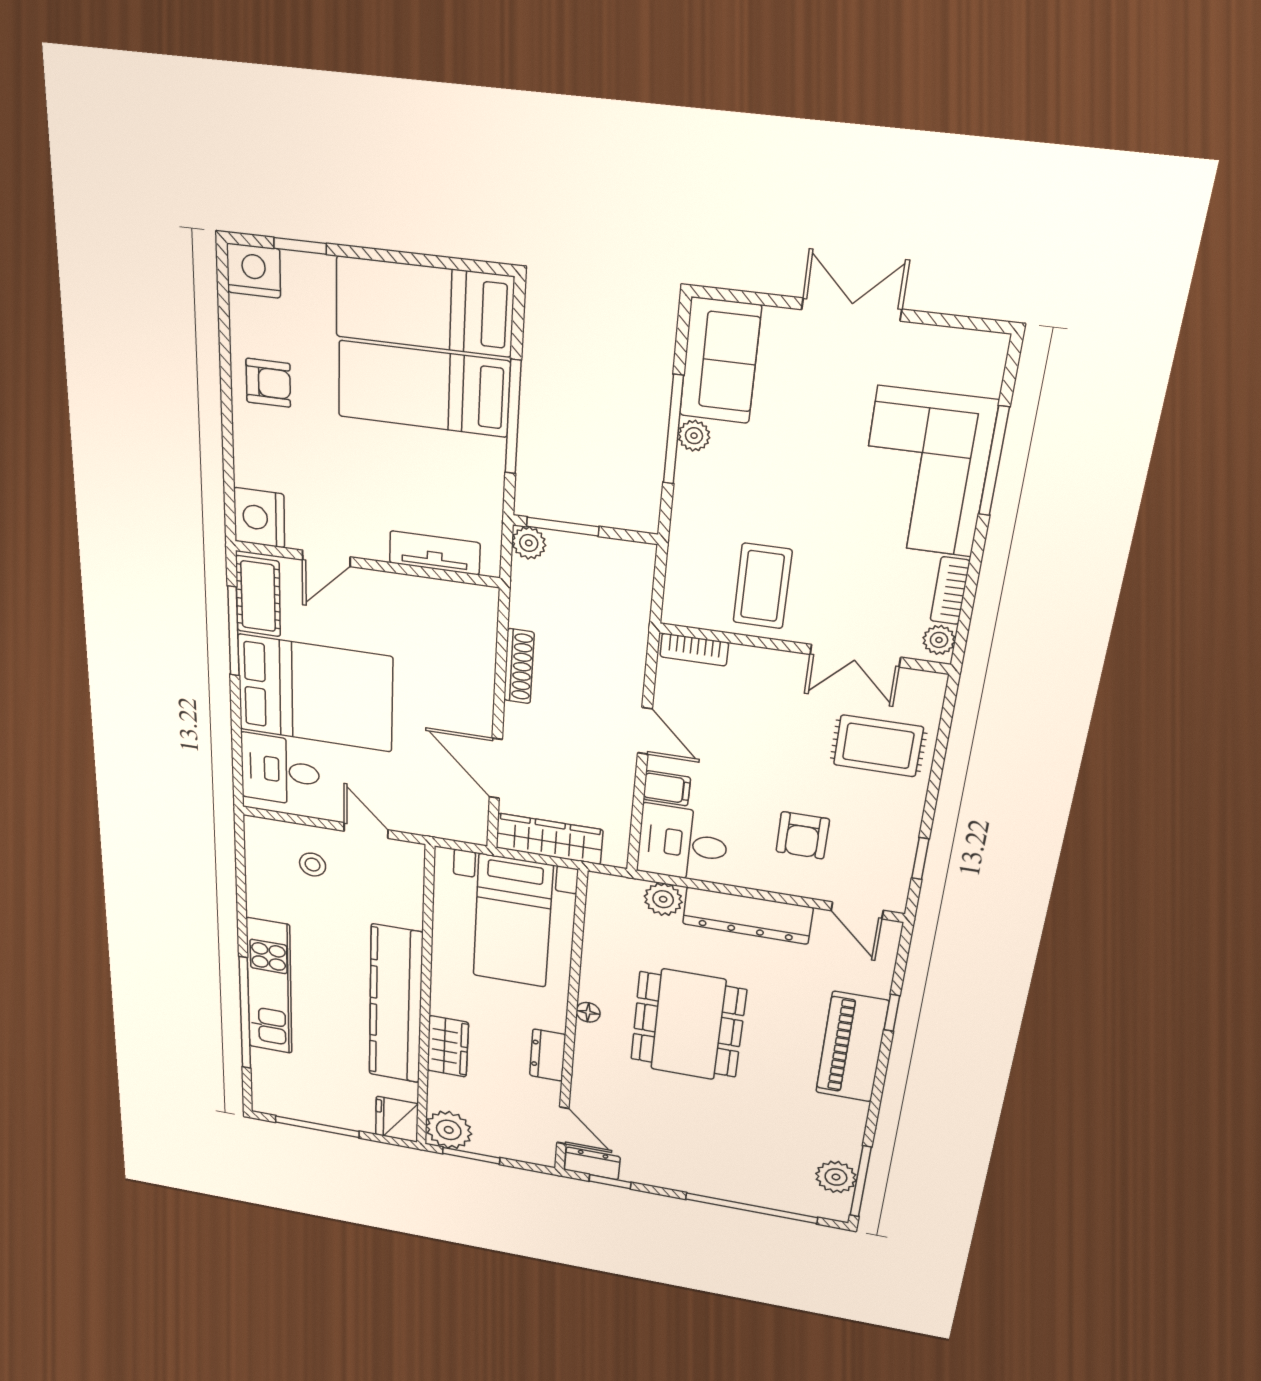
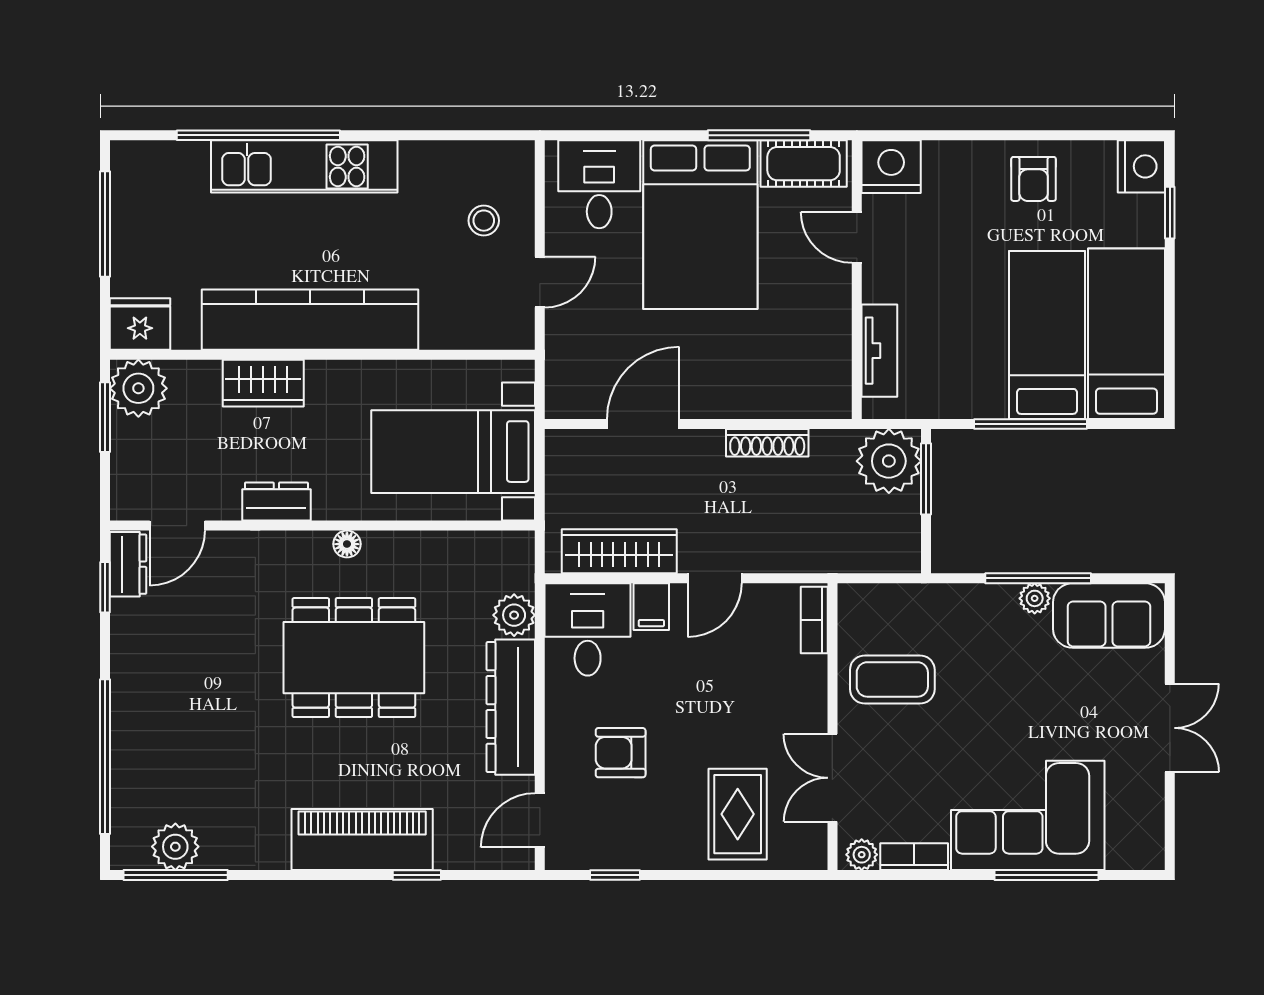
plant: (529, 543) -> (889, 461), width x1.88, depth x1.88
wardrobe: (549, 839) -> (619, 551), moved, turned -90

